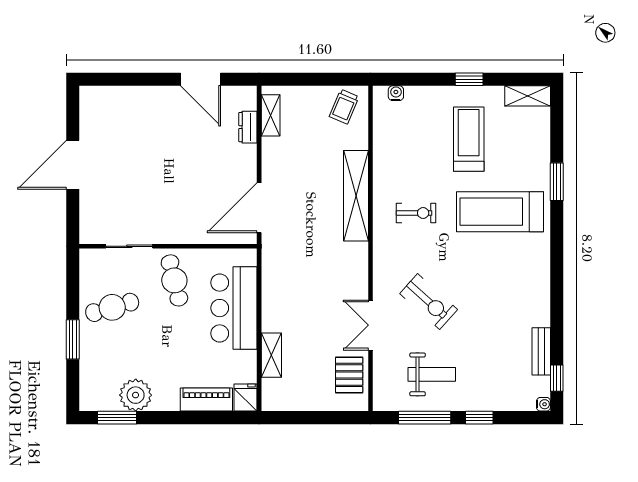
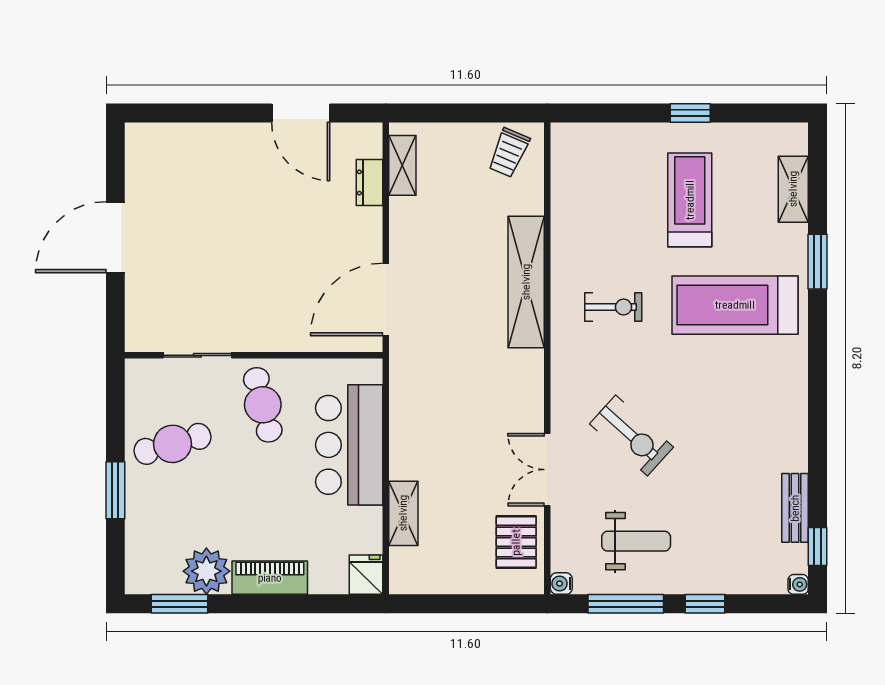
water cooler: (396, 93) -> (561, 584), moved, turned -90
shelving: (528, 96) -> (793, 189), moved, turned 90
piano: (206, 400) -> (270, 578), moved

